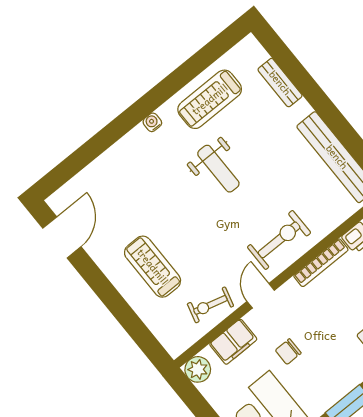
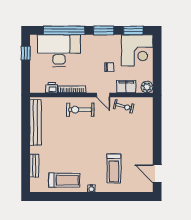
weight bench: (218, 169) -> (81, 153), removed
door: (62, 237) -> (157, 174), hinge flipped
treadmill: (153, 267) -> (114, 169), moved
door: (261, 296) -> (103, 95), hinge flipped

